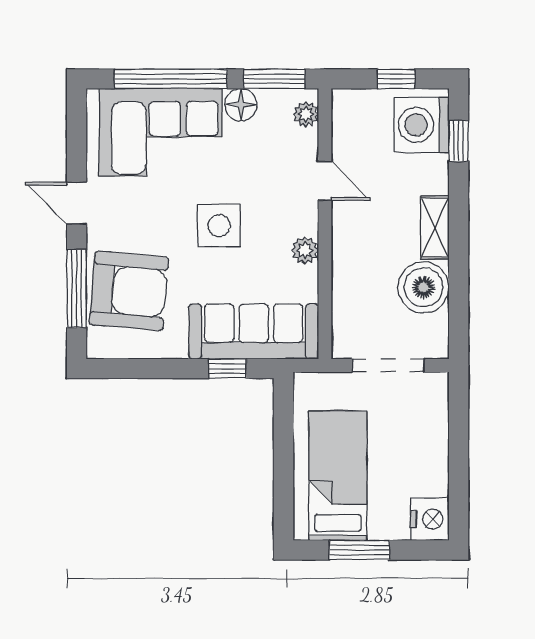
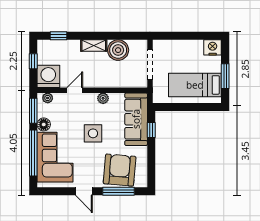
washing machine: (422, 125) -> (48, 76), moved, turned 180
door: (77, 203) -> (84, 191), hinge flipped

